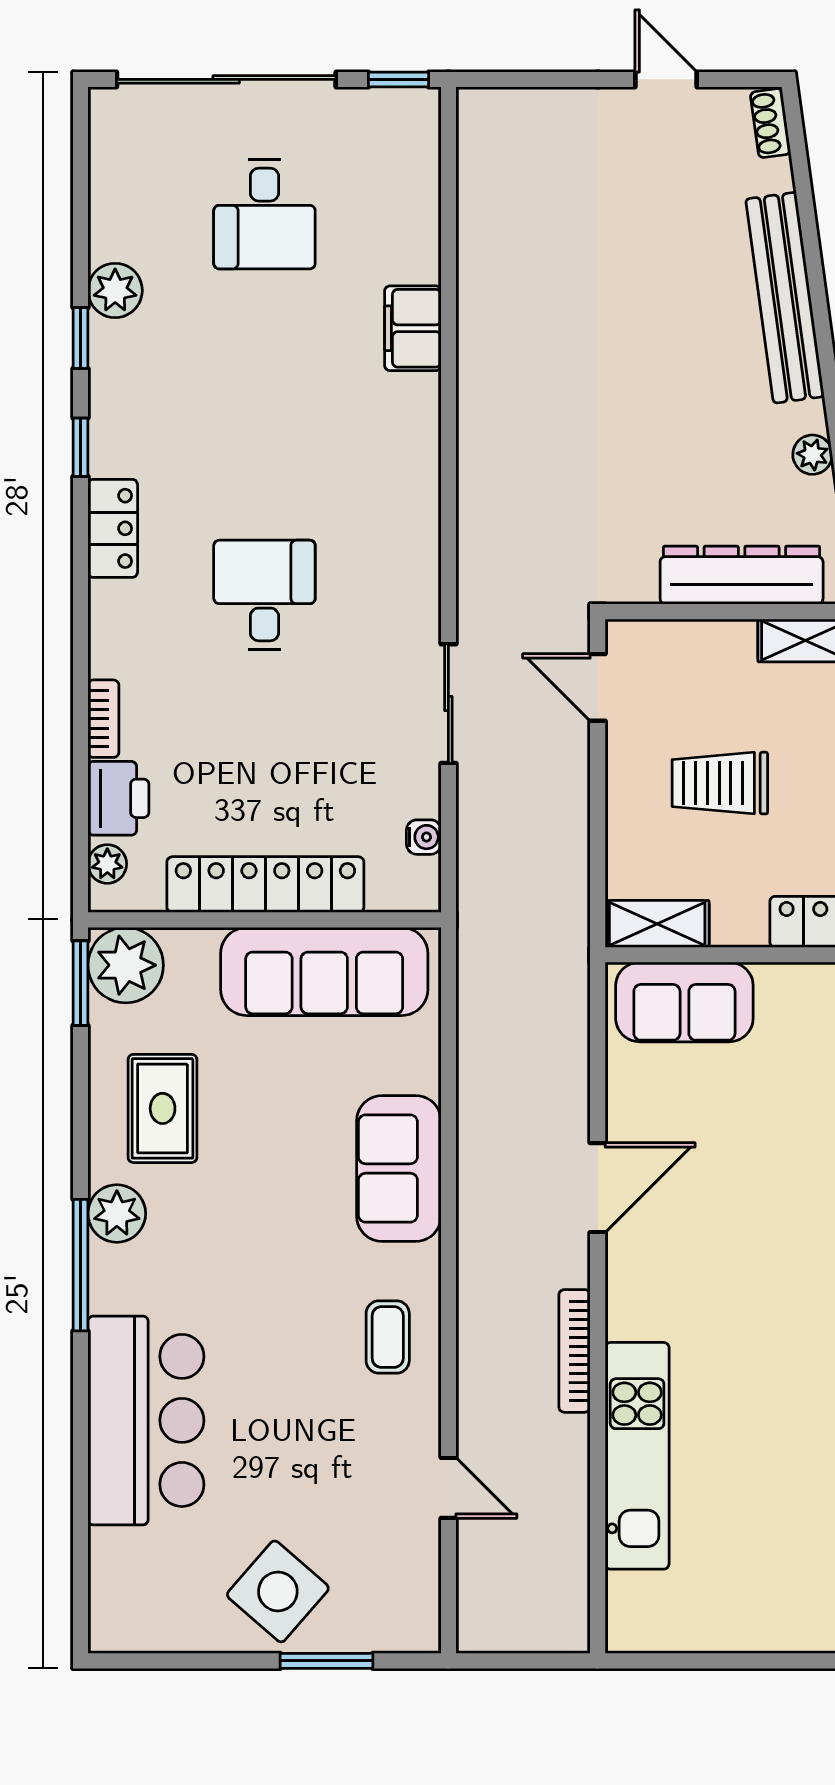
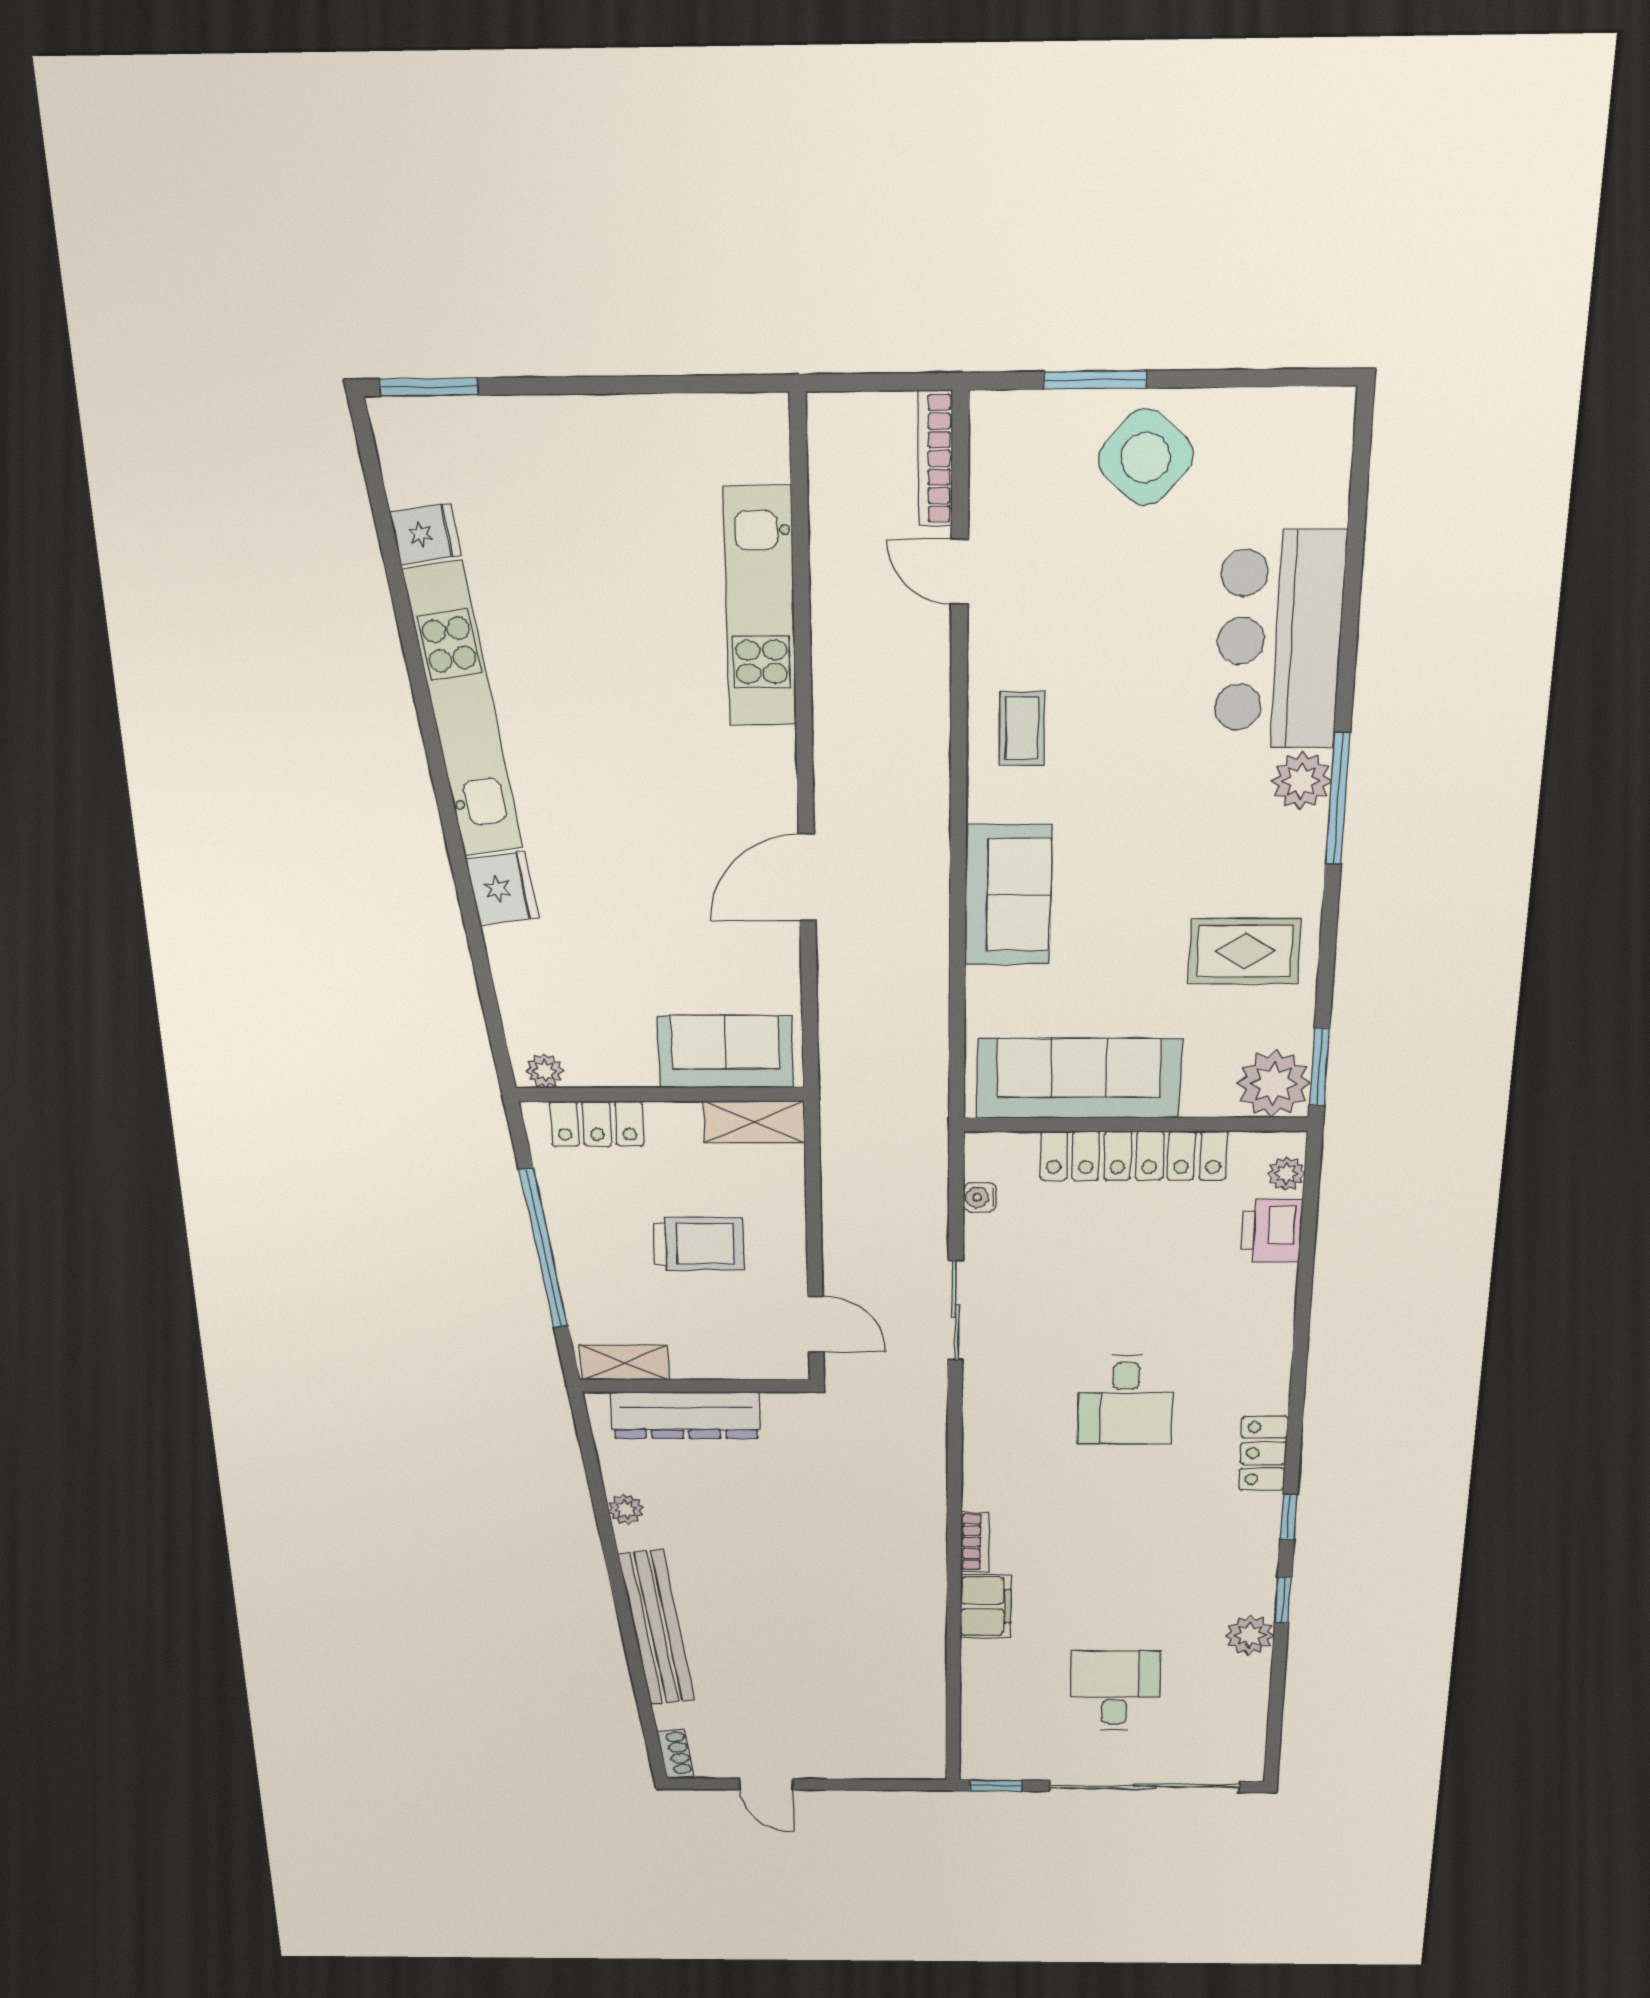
bookcase: (103, 719) -> (975, 1542), moved, turned 180
rug: (163, 1108) -> (1245, 951), turned 90
plant: (117, 1214) -> (1301, 781), moved
bookcase: (575, 1351) -> (935, 459), moved, turned 180

